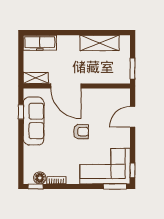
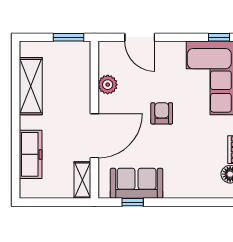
freezer: (40, 43) -> (31, 154), moved
plant: (100, 95) -> (108, 85), added
sofa: (34, 121) -> (137, 183), width x0.73

